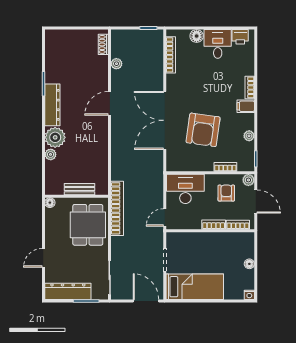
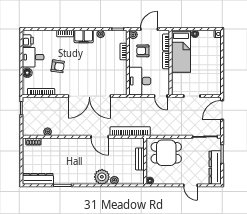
door: (110, 103) -> (100, 137), moved
dresser: (52, 105) -> (38, 179), moved
filing cabinet: (246, 106) -> (84, 37), width x2.00
armchair: (203, 130) -> (58, 66), moved, width x0.53, depth x0.53
bookcase: (117, 208) -> (130, 131), moved
bed: (195, 287) -> (181, 51), moved, turned 180

